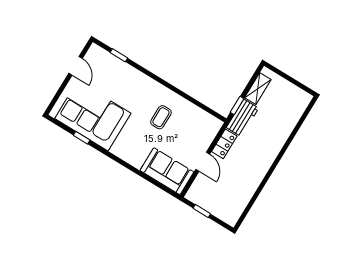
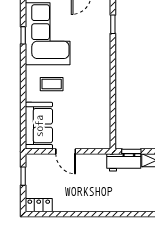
coffee table: (161, 117) -> (52, 84), moved
locker: (224, 144) -> (39, 205), moved, turned 180
door: (203, 162) -> (66, 151), hinge flipped

